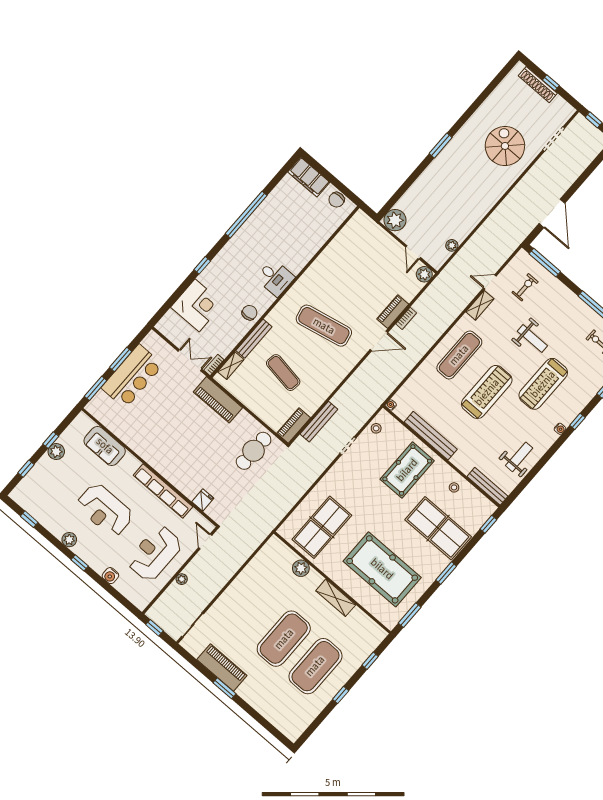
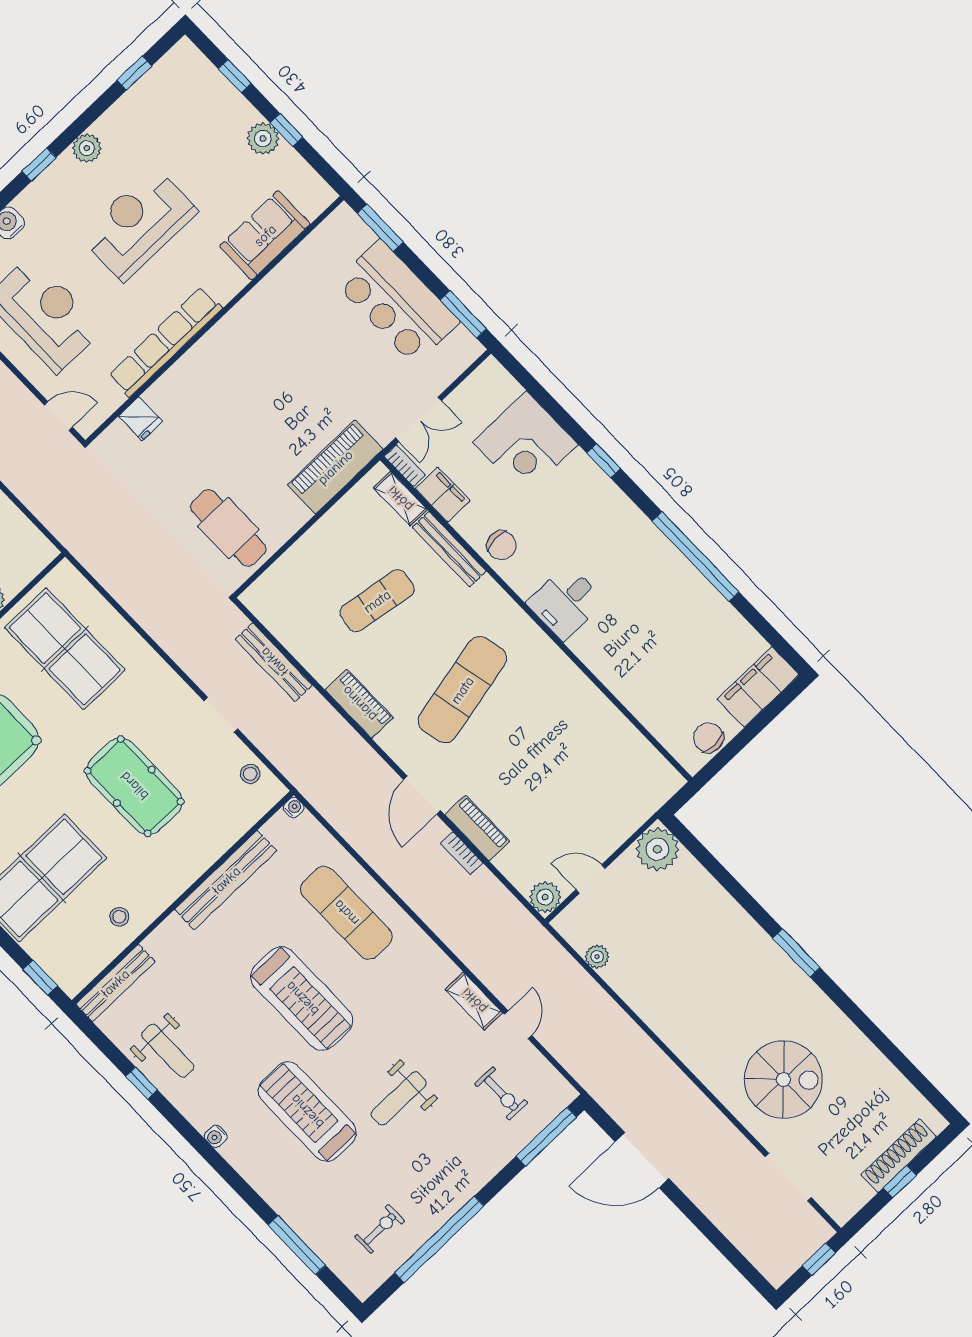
filing cabinet: (227, 345) -> (443, 495), added
exercise mat: (459, 355) -> (346, 913), moved
window: (121, 359) -> (463, 314), moved
window: (577, 421) -> (142, 1083), moved
piano: (294, 425) -> (359, 704), moved
pool table: (407, 470) -> (134, 786), moved

